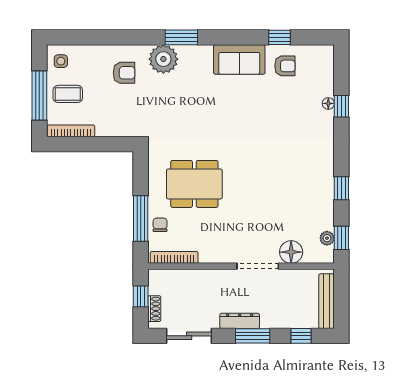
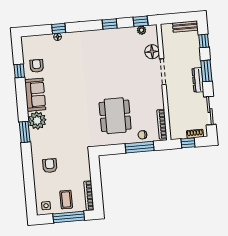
plant: (163, 59) -> (37, 120), moved
bench: (327, 301) -> (185, 27), width x0.73

